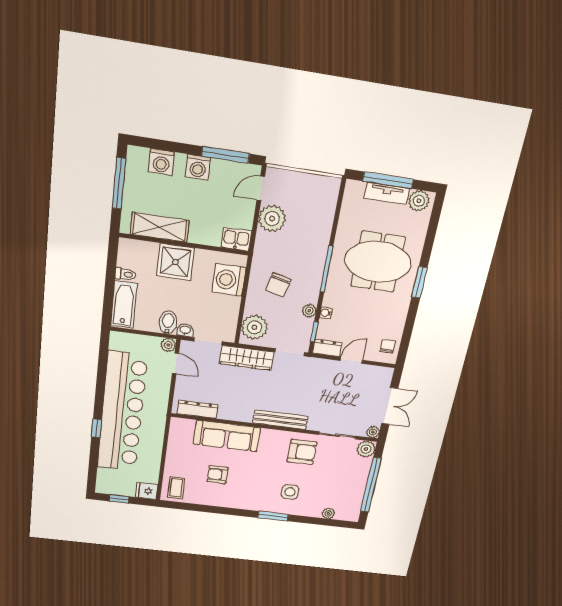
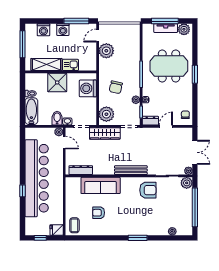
kitchen sink: (236, 239) -> (70, 65), moved
side table: (290, 492) -> (145, 219), removed

